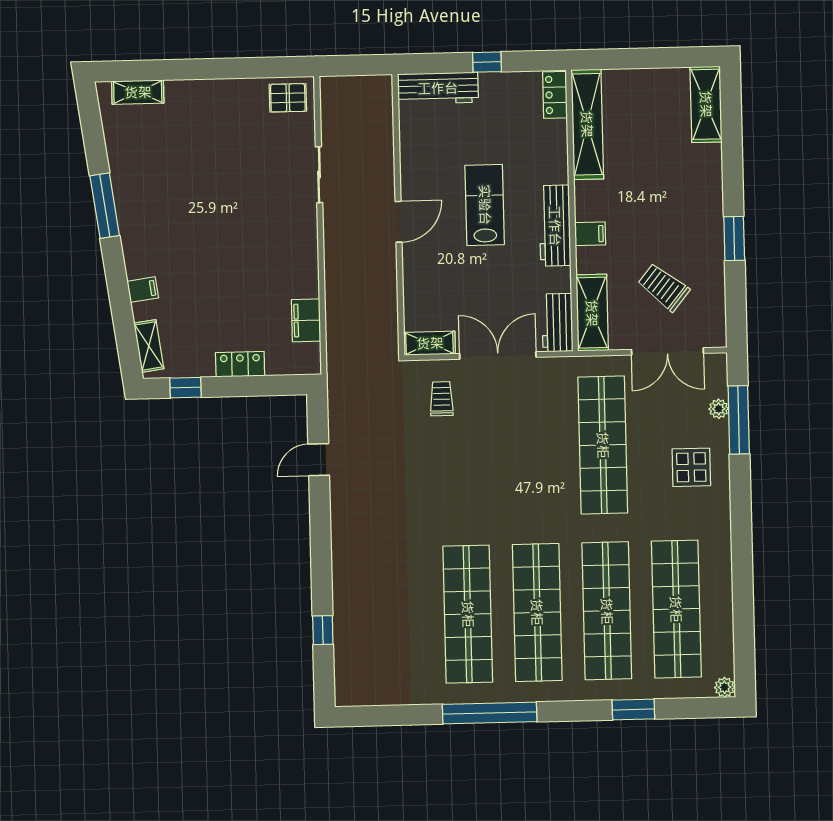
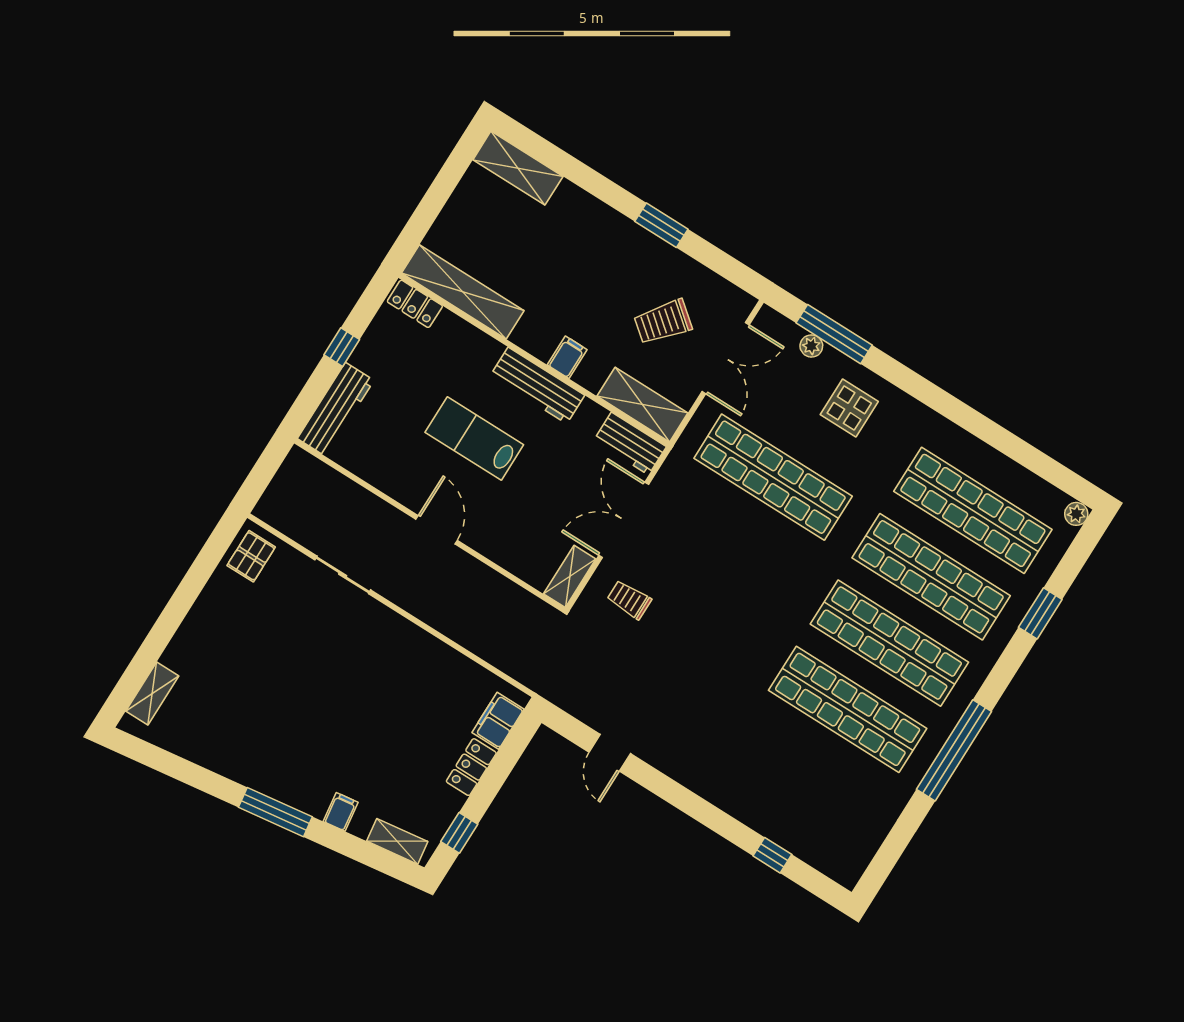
window: (105, 206) -> (275, 812), moved
filing cabinet: (306, 320) -> (498, 721), moved, turned 90

